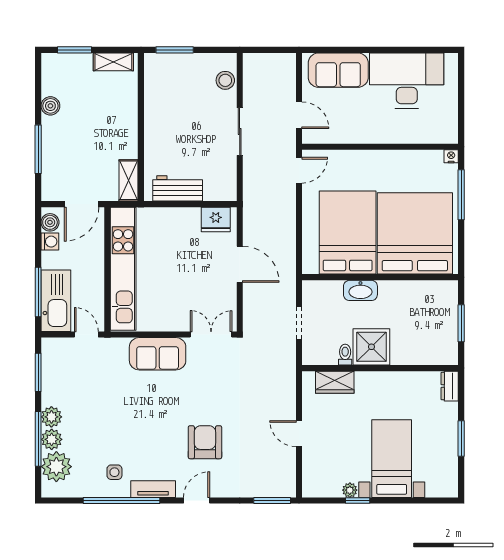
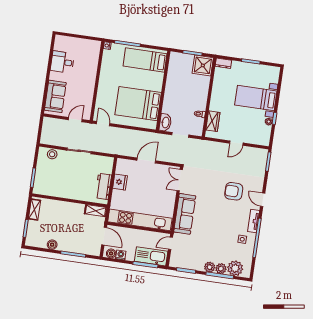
desk: (407, 81) -> (62, 62), width x0.53, depth x0.77
fridge: (216, 219) -> (120, 182), moved
bed: (415, 233) -> (145, 60), width x0.49
washbasin: (360, 290) -> (165, 122), moved
shower: (371, 347) -> (203, 65), moved
sofa: (158, 354) -> (185, 214), width x1.36

